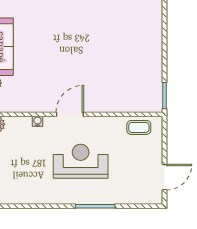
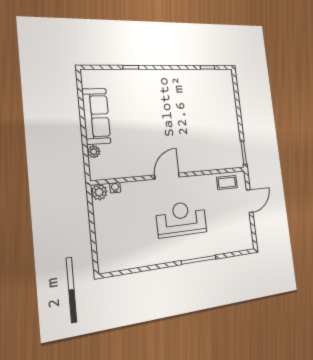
water cooler: (37, 121) -> (115, 188), moved
door: (164, 177) -> (250, 201), moved

